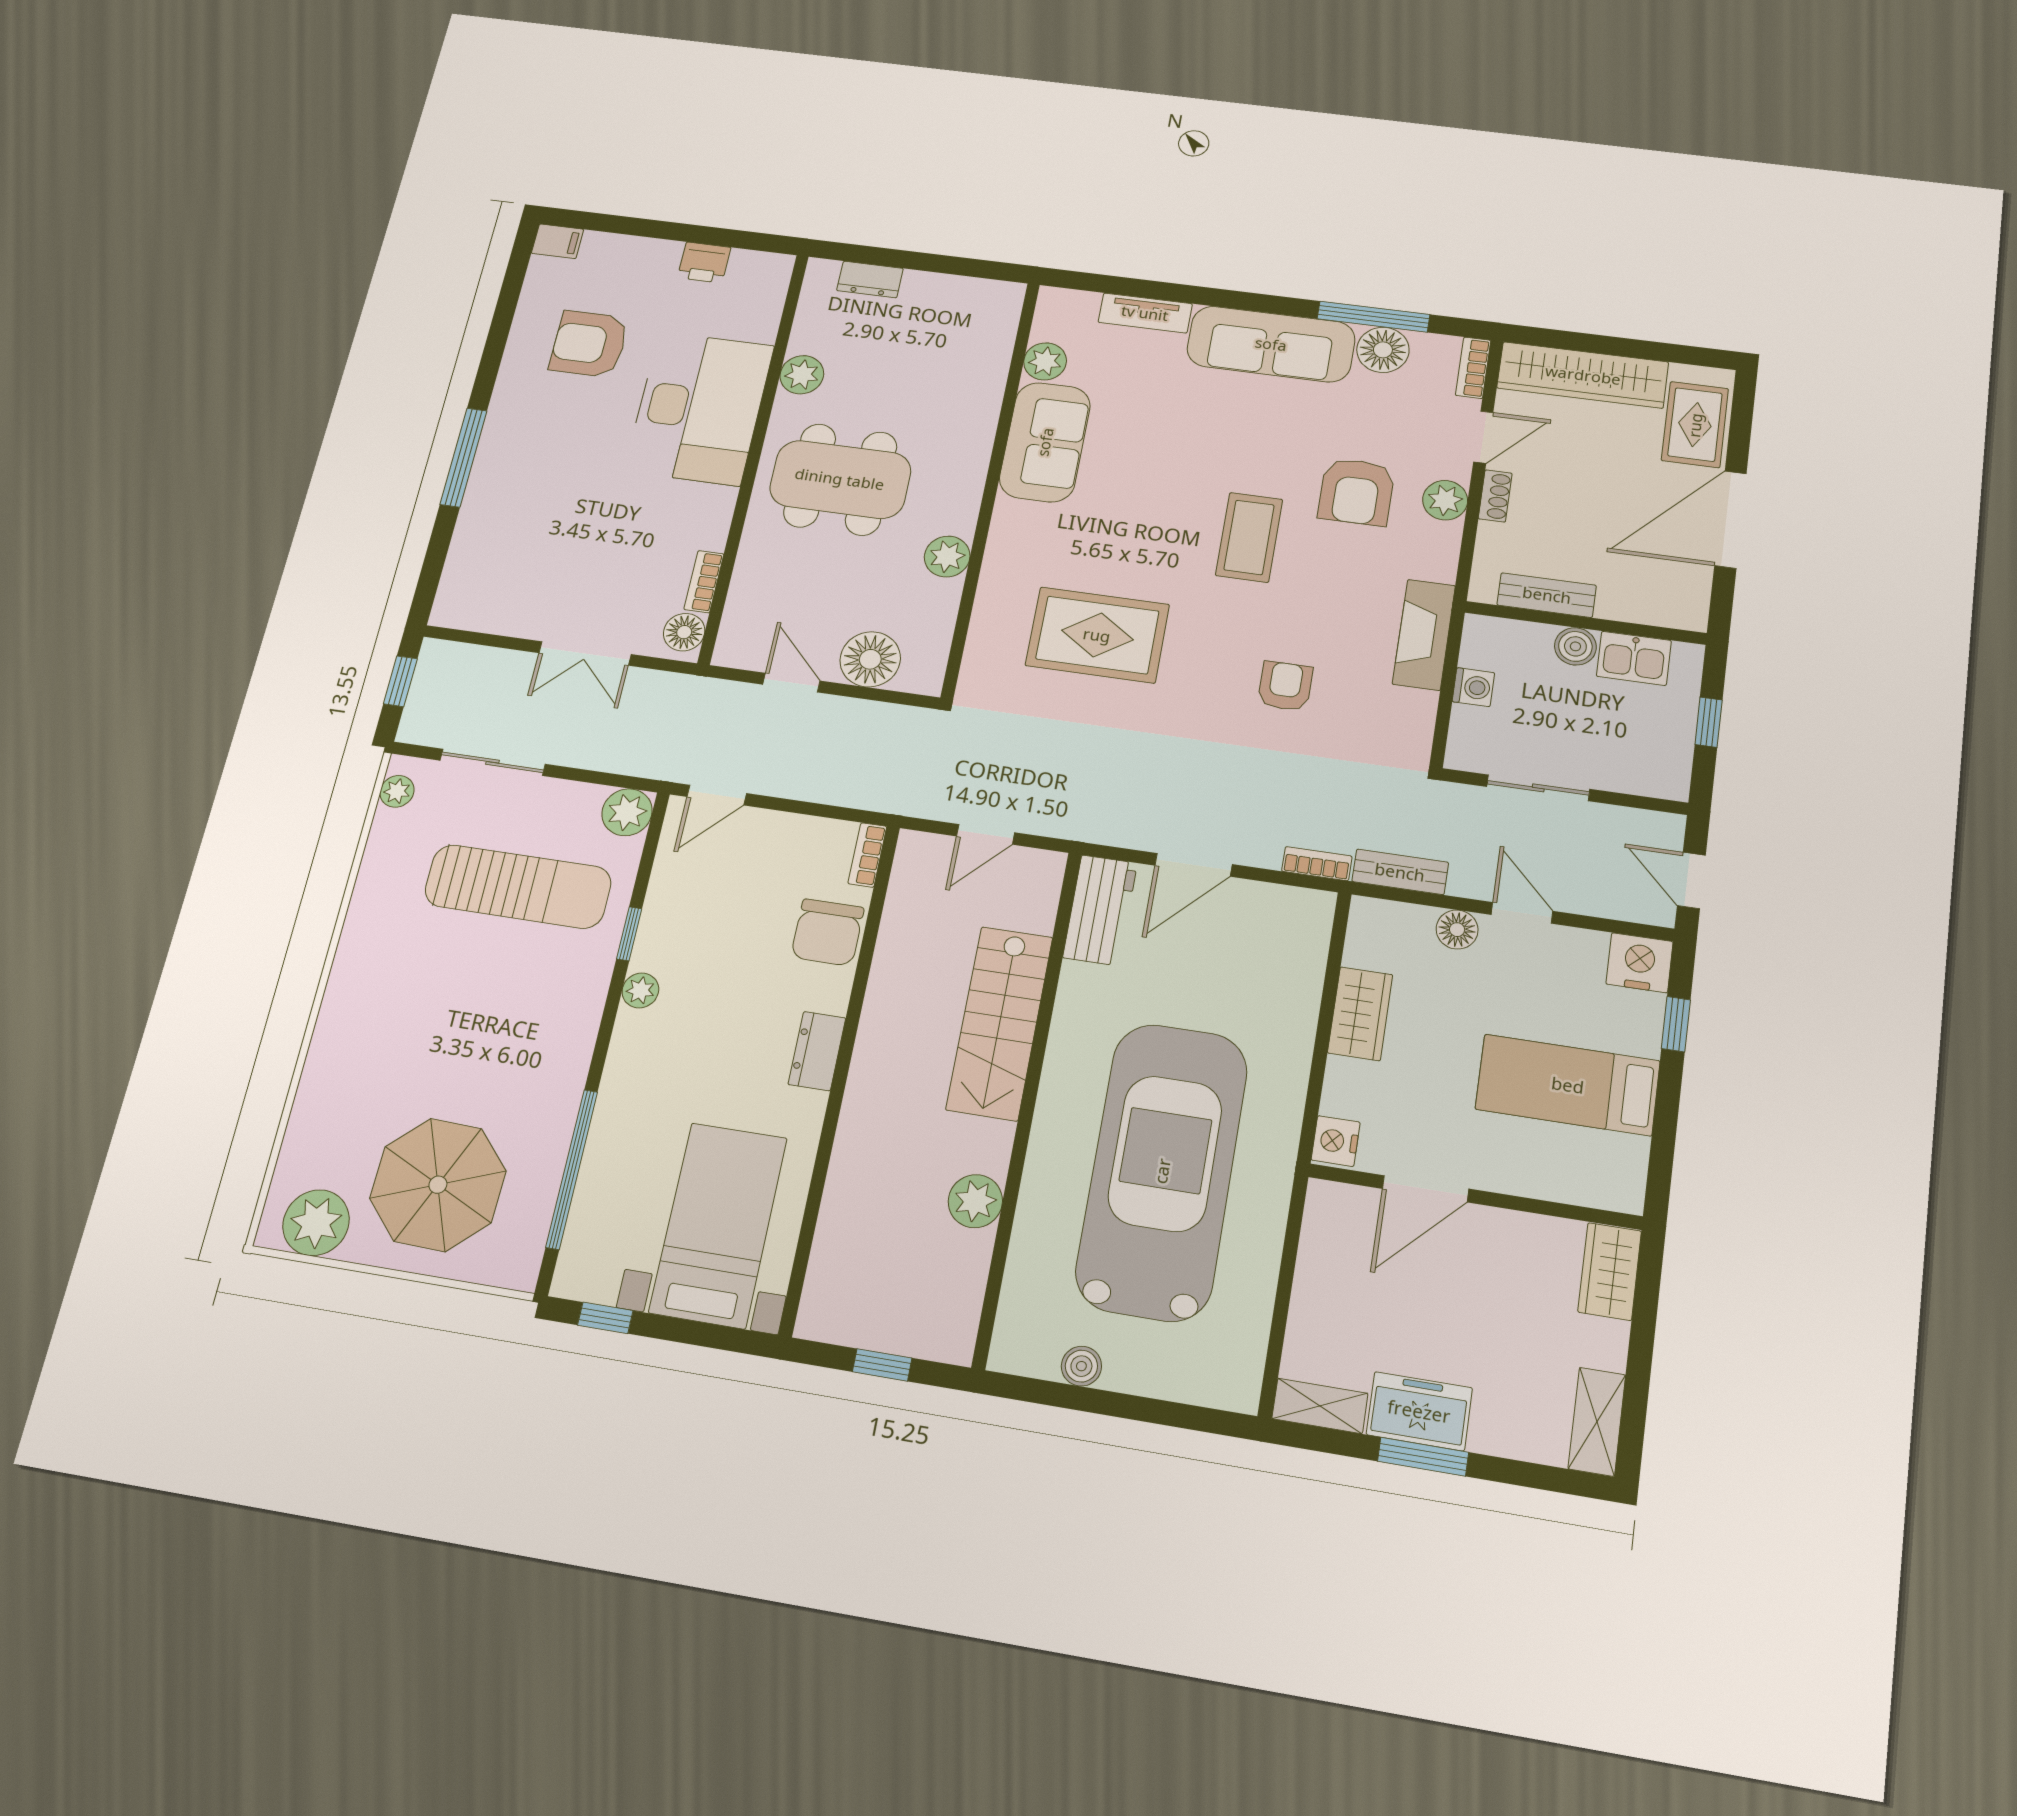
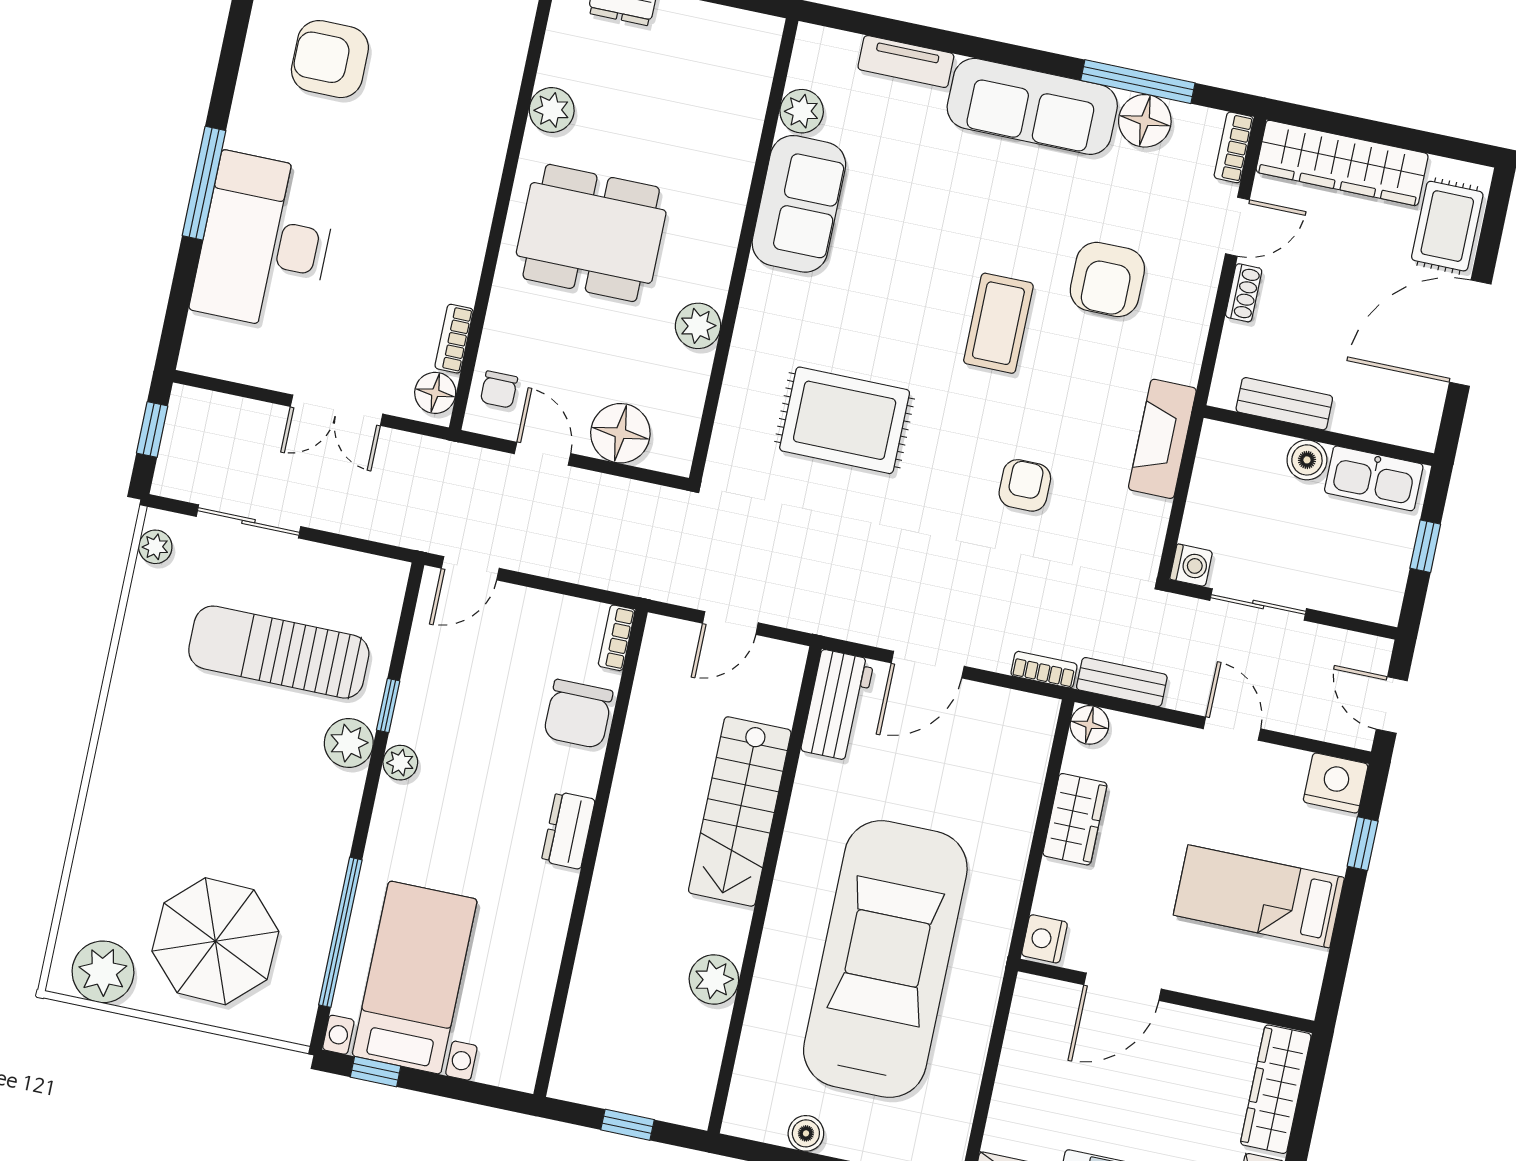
desk: (699, 408) -> (265, 242), moved, turned 180
plant: (1445, 500) -> (1194, 294), removed
chair: (748, 626) -> (499, 390), added
kitchen sink: (1634, 658) -> (1374, 478), width x1.38
washing machine: (1473, 687) -> (1191, 565), moved
plant: (627, 812) -> (349, 743), moved
sun lounger: (518, 887) -> (279, 652), turned 180
floor lamp: (1457, 930) -> (1089, 725), moved
bed with nightstands: (718, 1225) -> (415, 978), moved
wardrobe: (1610, 1271) -> (1276, 1089), width x1.50

